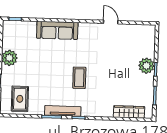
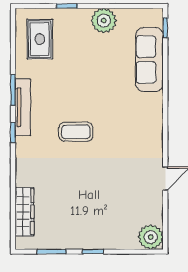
sofa: (57, 30) -> (149, 60), moved
plant: (146, 66) -> (151, 237), moved
rug: (20, 99) -> (40, 39), turned 90

